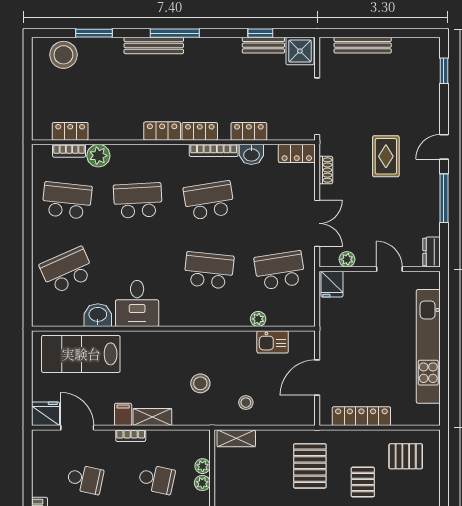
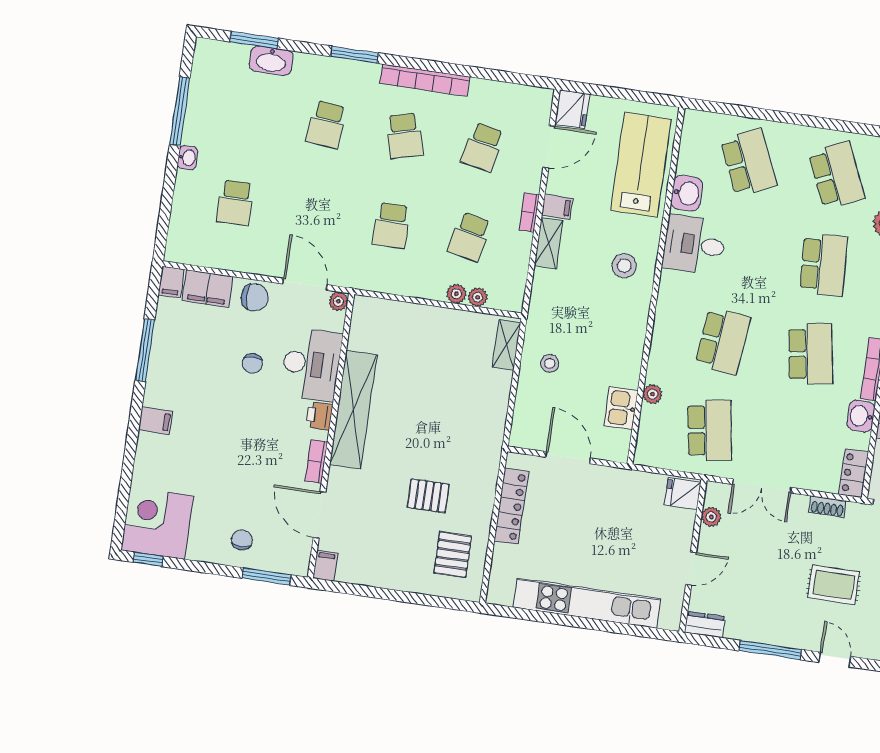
school desk: (67, 200) -> (837, 175), turned -30
stool: (200, 383) -> (624, 266), moved
pallet: (310, 466) -> (458, 432), removed

